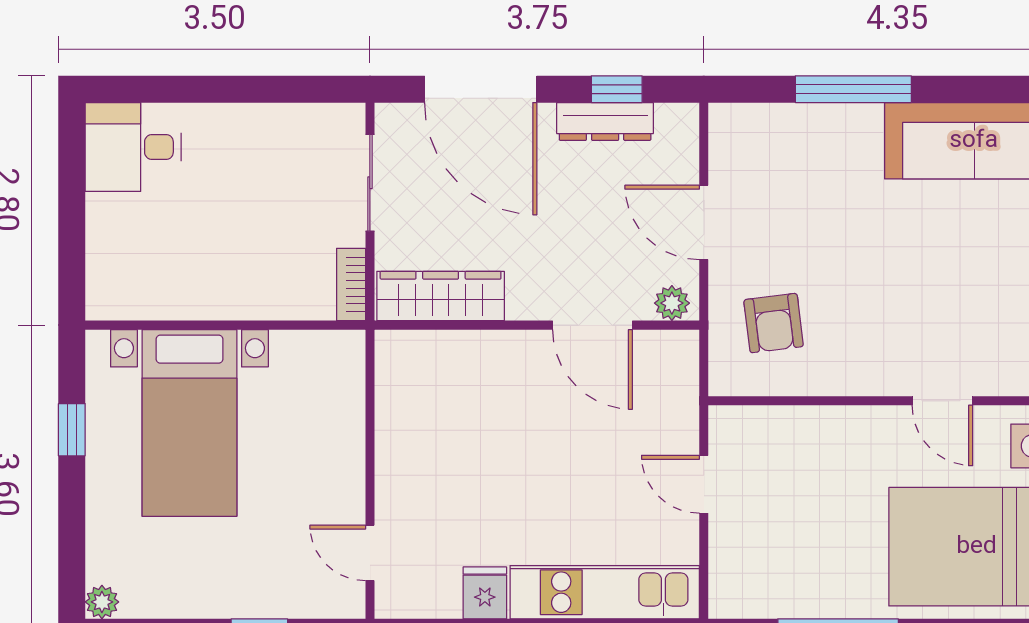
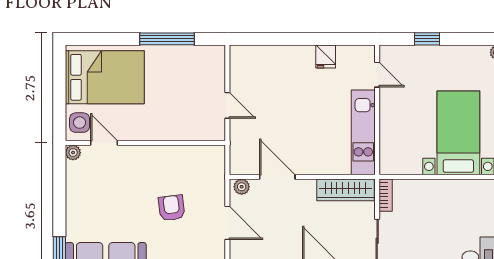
armchair: (774, 323) -> (172, 208), moved
door: (942, 401) -> (104, 143), moved
kitchen unit: (605, 592) -> (363, 132), moved, turned 90

